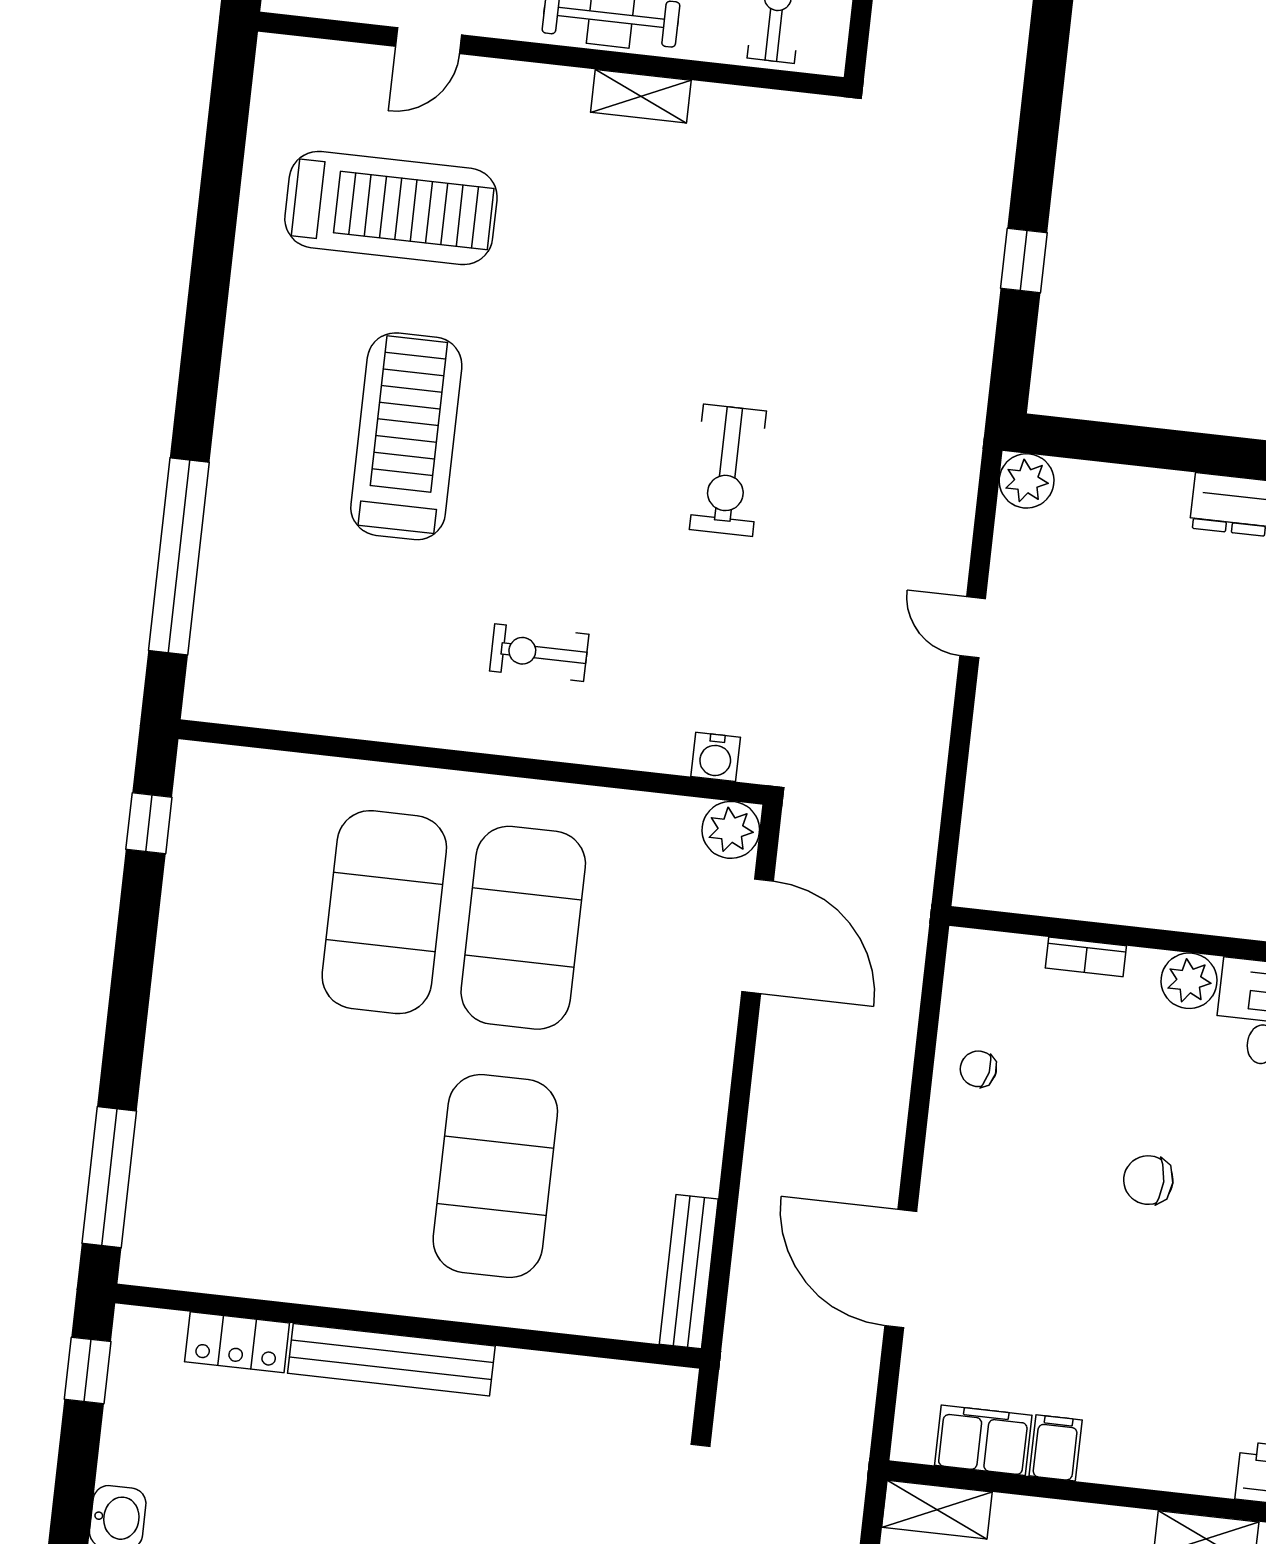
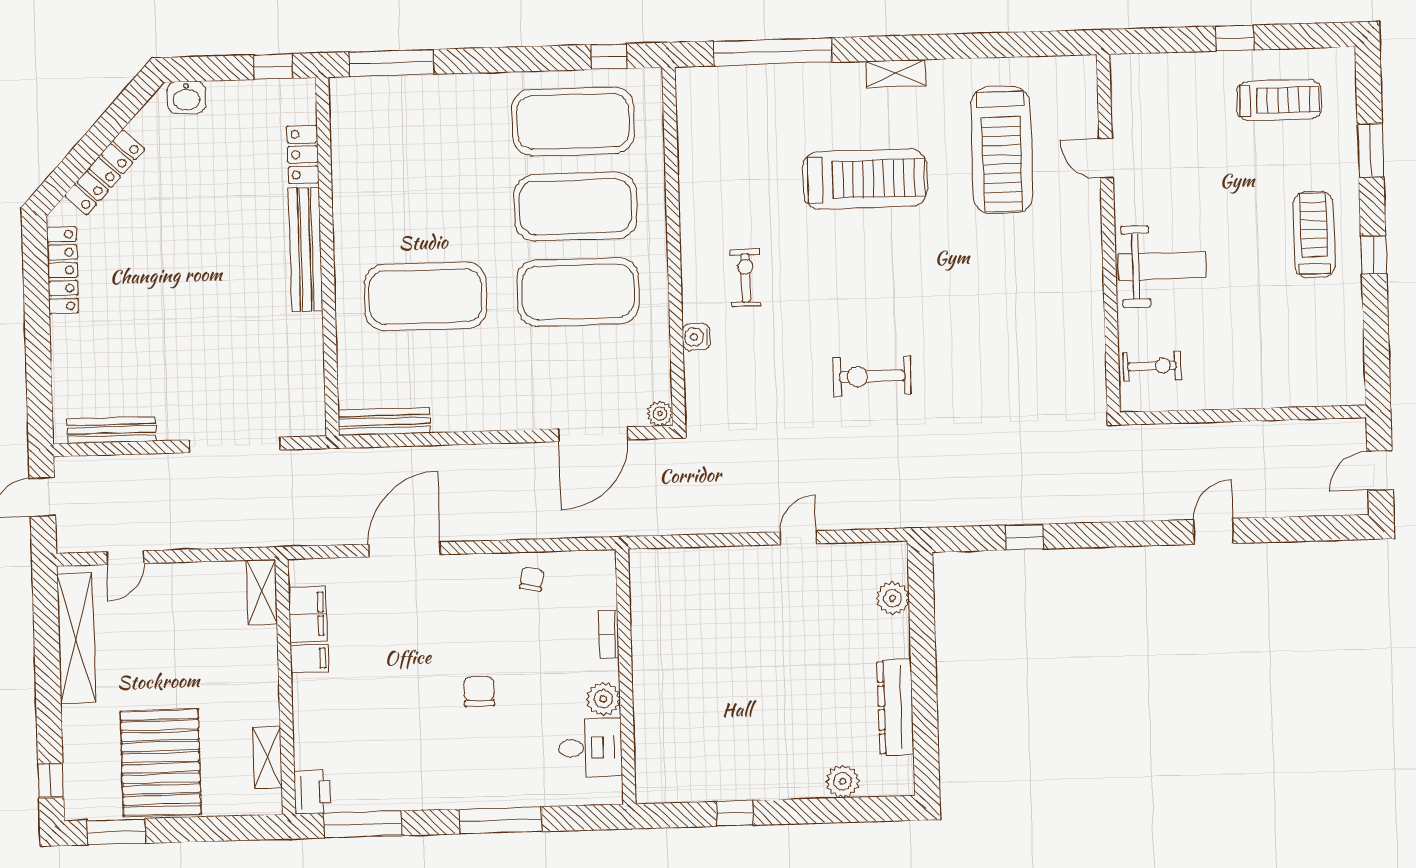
shelving: (641, 96) -> (896, 74), moved, turned 90
plant: (1027, 481) -> (893, 598), moved
water cooler: (716, 757) -> (696, 337), moved
plant: (731, 830) -> (660, 414), width x0.73, depth x0.73
exercise mat: (246, 897) -> (573, 121), added

